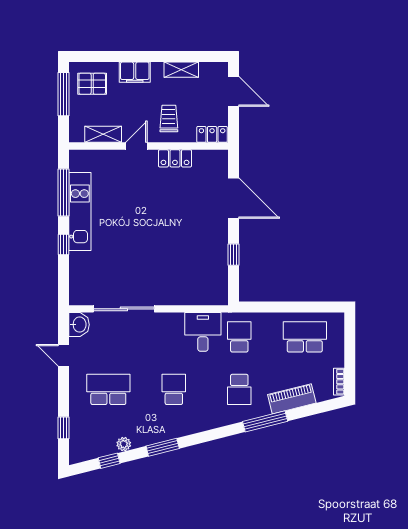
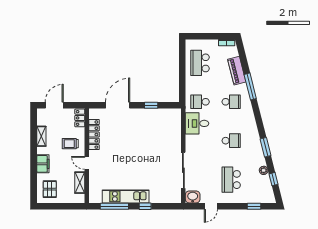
window: (63, 94) -> (56, 206), removed
locker: (175, 158) -> (94, 135), width x1.53
school desk: (174, 389) -> (231, 141), turned 180

